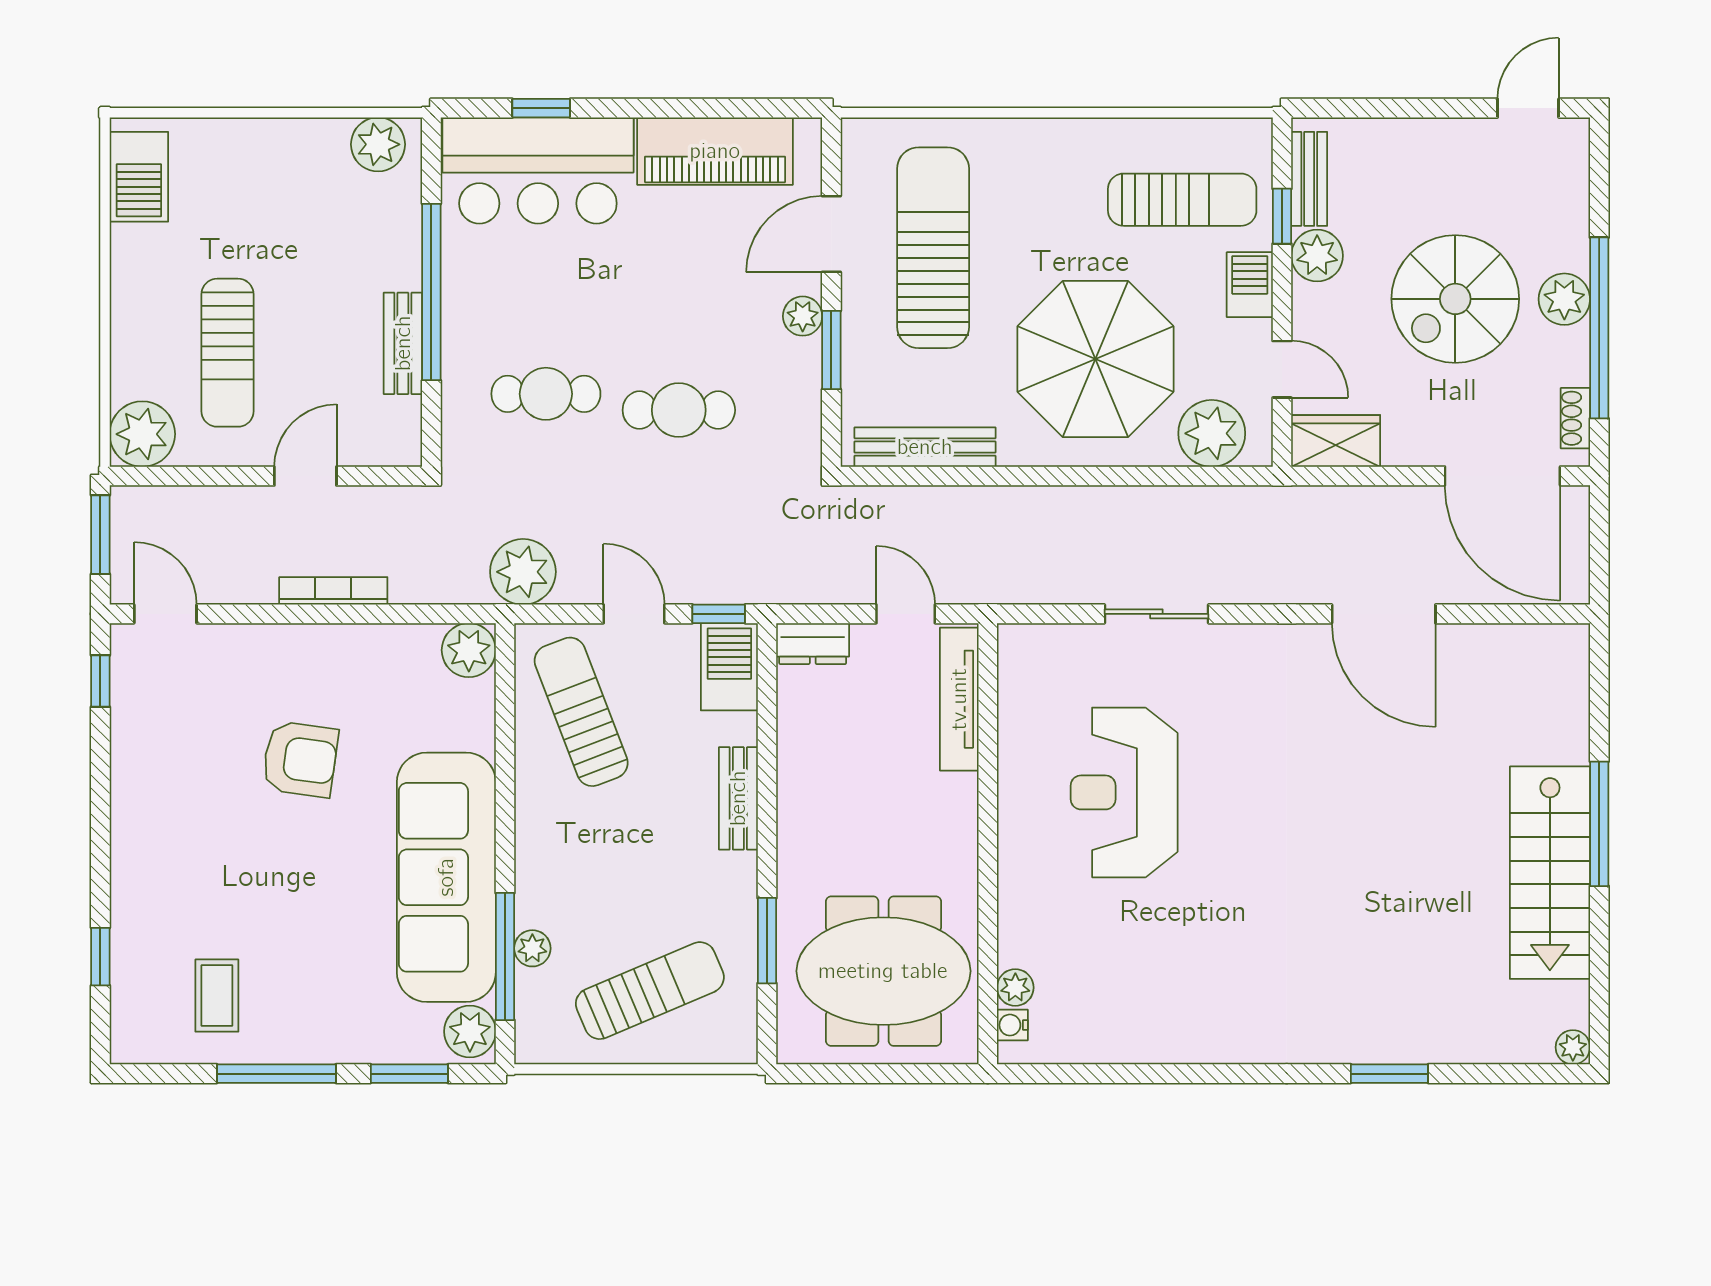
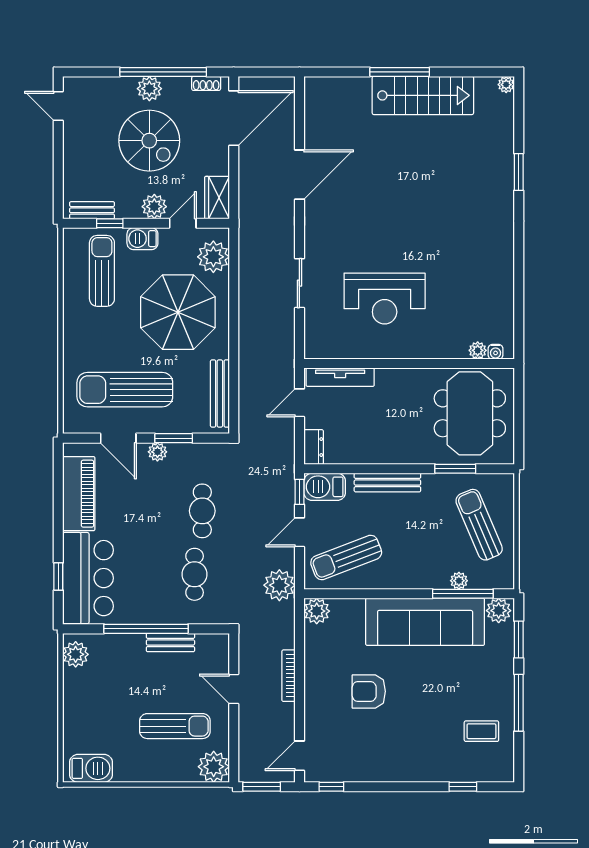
plant: (1317, 256) -> (154, 207), moved
armchair: (300, 759) -> (369, 691), turned -98
bench: (738, 798) -> (387, 483), width x1.36

